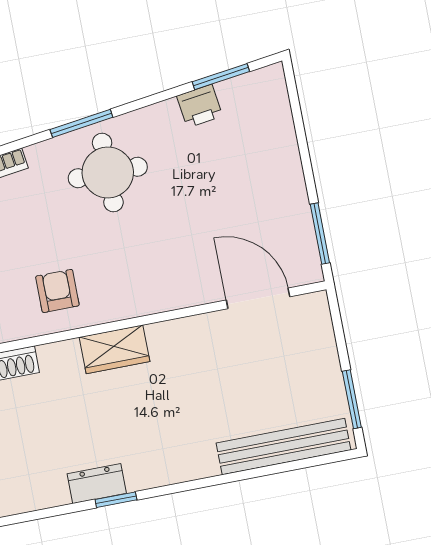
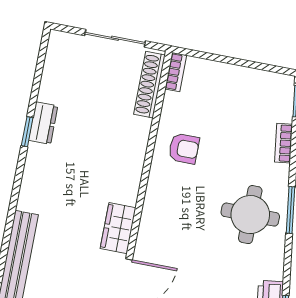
wardrobe: (115, 349) -> (118, 228), moved

